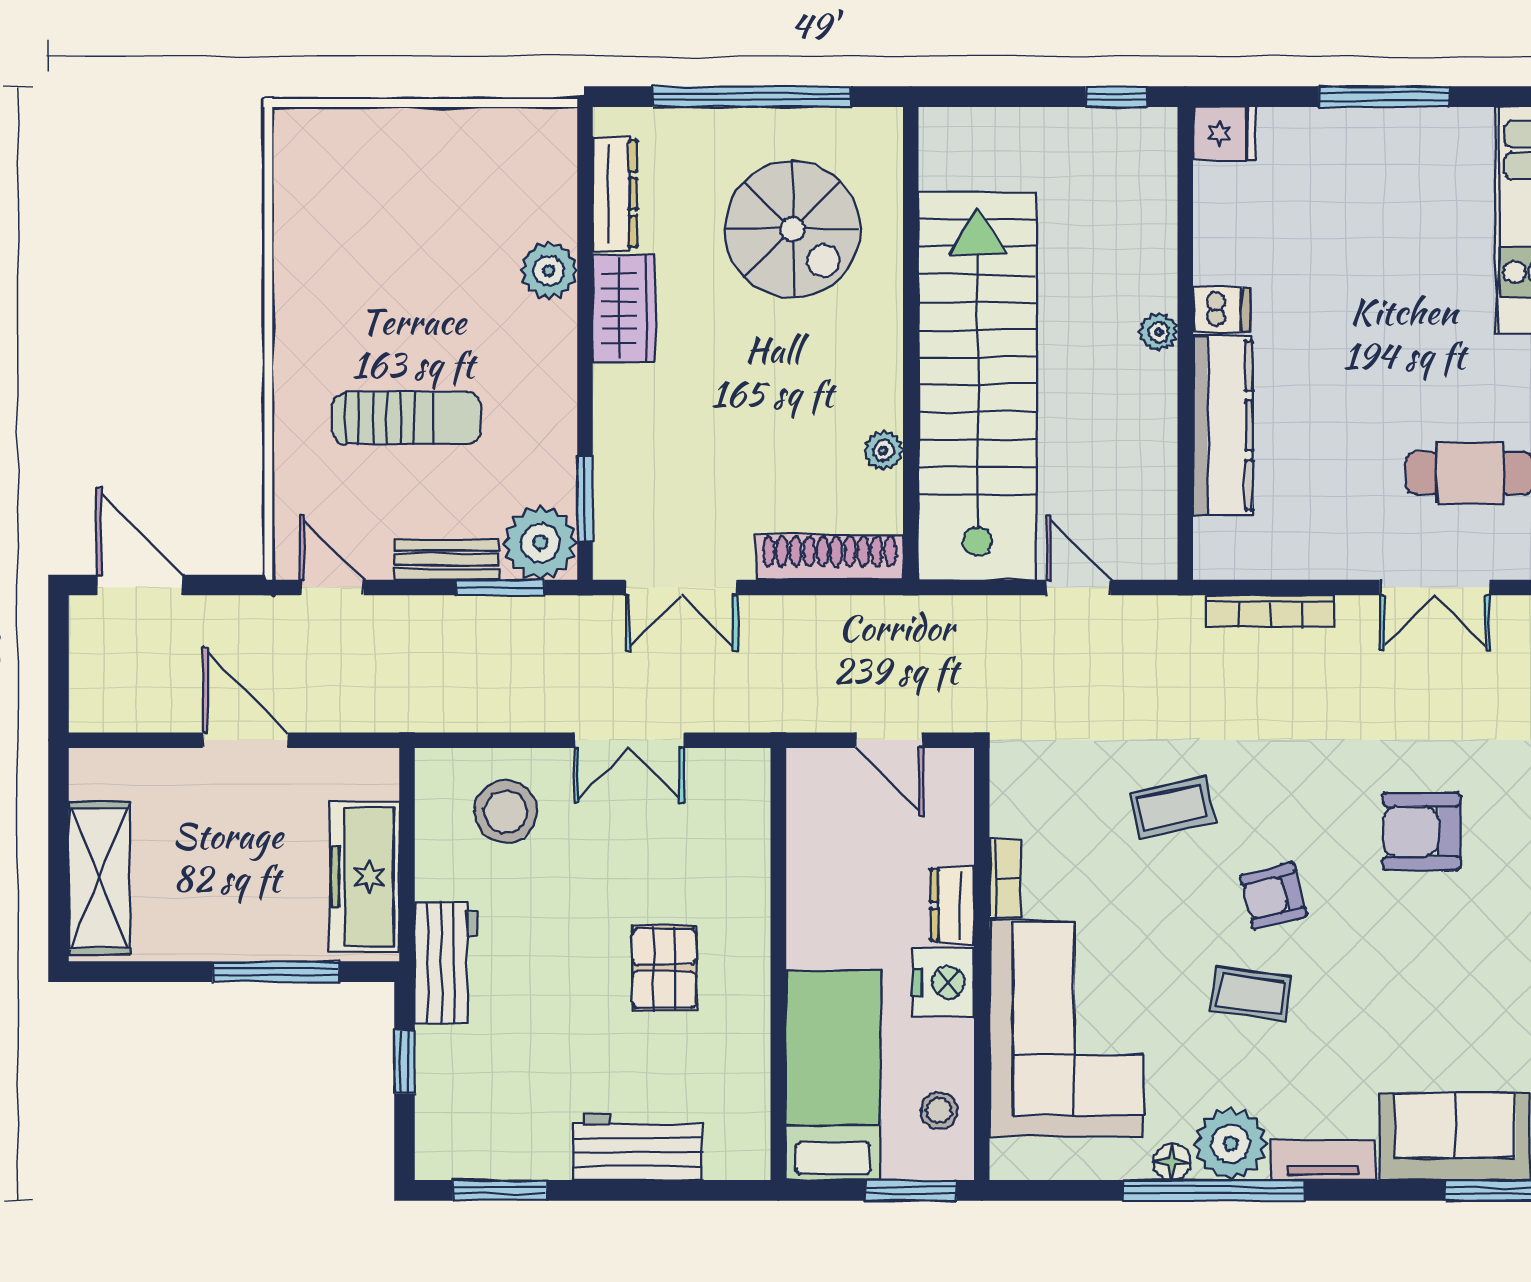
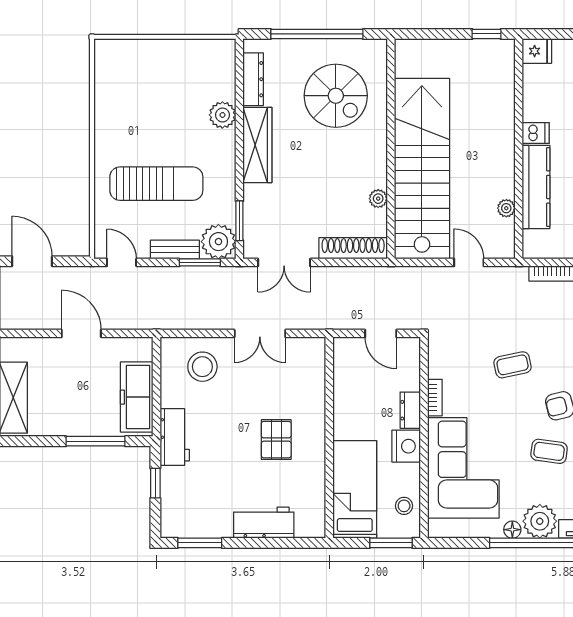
wardrobe: (624, 308) -> (257, 145), width x1.50
plant: (1159, 332) -> (506, 208), moved
sun lounger: (407, 418) -> (156, 184), width x1.36, depth x1.34

